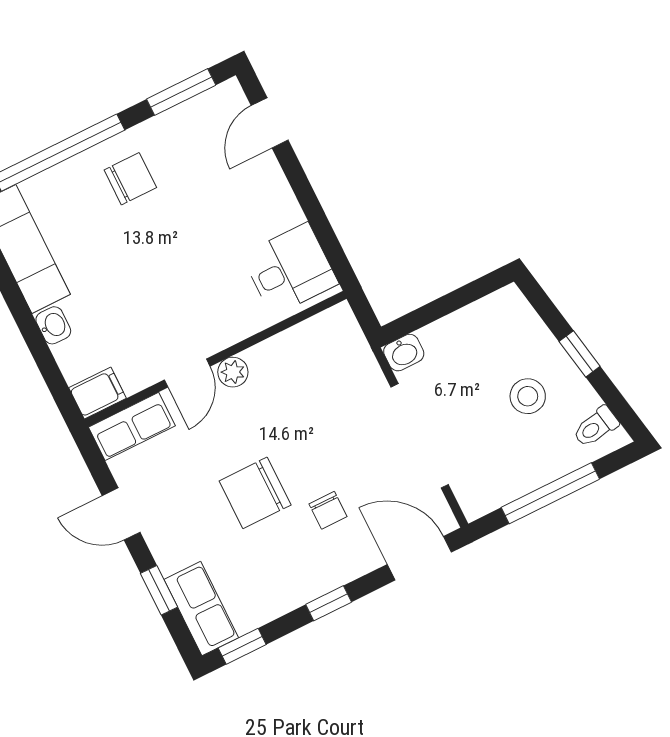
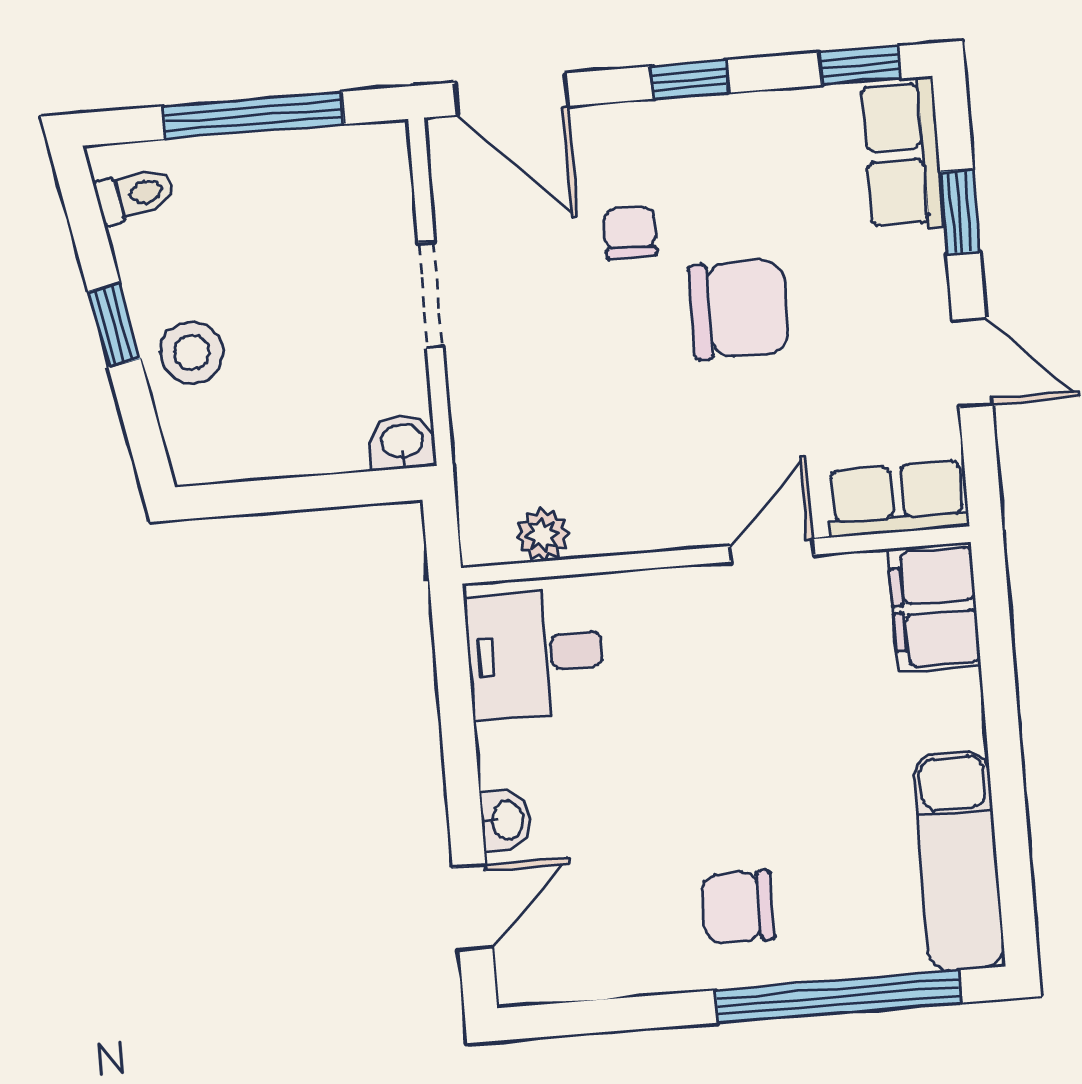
window: (181, 92) -> (598, 1016), removed
washbasin: (53, 325) -> (506, 820), moved, turned 180
plant: (233, 372) -> (543, 535), moved
filing cabinet: (98, 393) -> (935, 607), width x2.00
stool: (528, 396) -> (192, 353), moved
doorway: (420, 436) -> (431, 295), width x0.53

